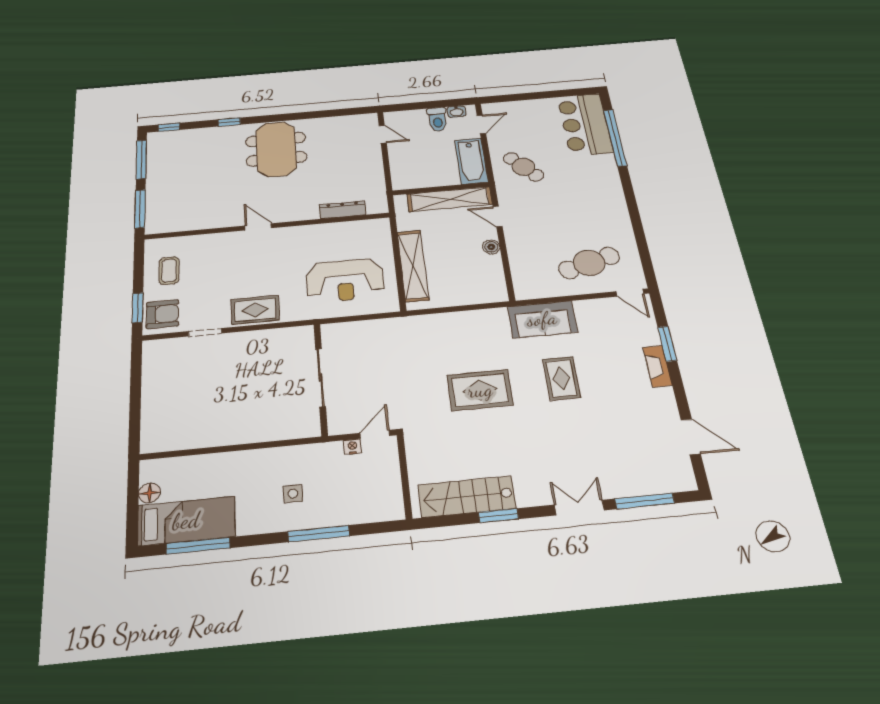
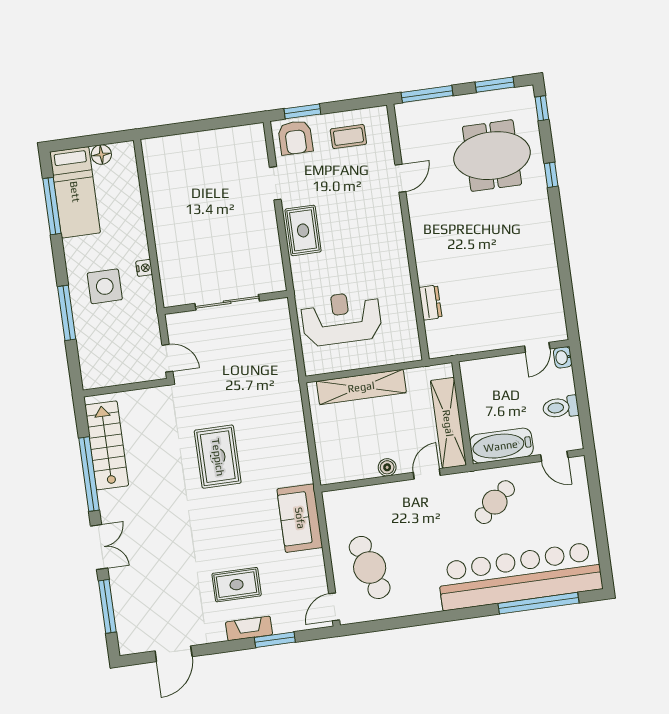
washbasin: (457, 112) -> (563, 357), moved
bar counter: (585, 124) -> (520, 576), width x1.86
meeting table: (276, 149) -> (492, 156), moved
window: (141, 160) -> (495, 85), width x0.69
dresser: (343, 210) -> (430, 303), width x0.70
door: (258, 227) -> (400, 178), moved
reception desk: (345, 280) -> (341, 318), turned 90
rug: (561, 378) -> (237, 585), moved
nightstand: (352, 447) -> (144, 268), moved
side table: (293, 494) -> (105, 286), width x1.87, depth x1.87
window: (498, 516) -> (89, 474), width x2.11

